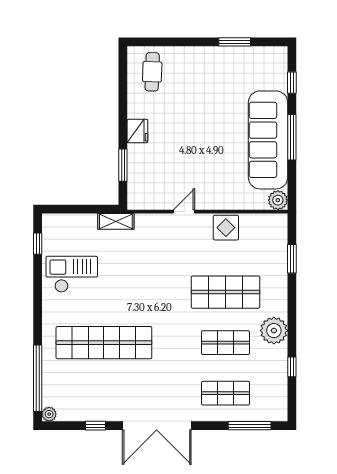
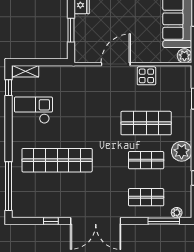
door: (184, 212) -> (116, 64), width x1.87
shelving: (116, 221) -> (26, 71), moved
plant: (49, 414) -> (177, 213), moved

